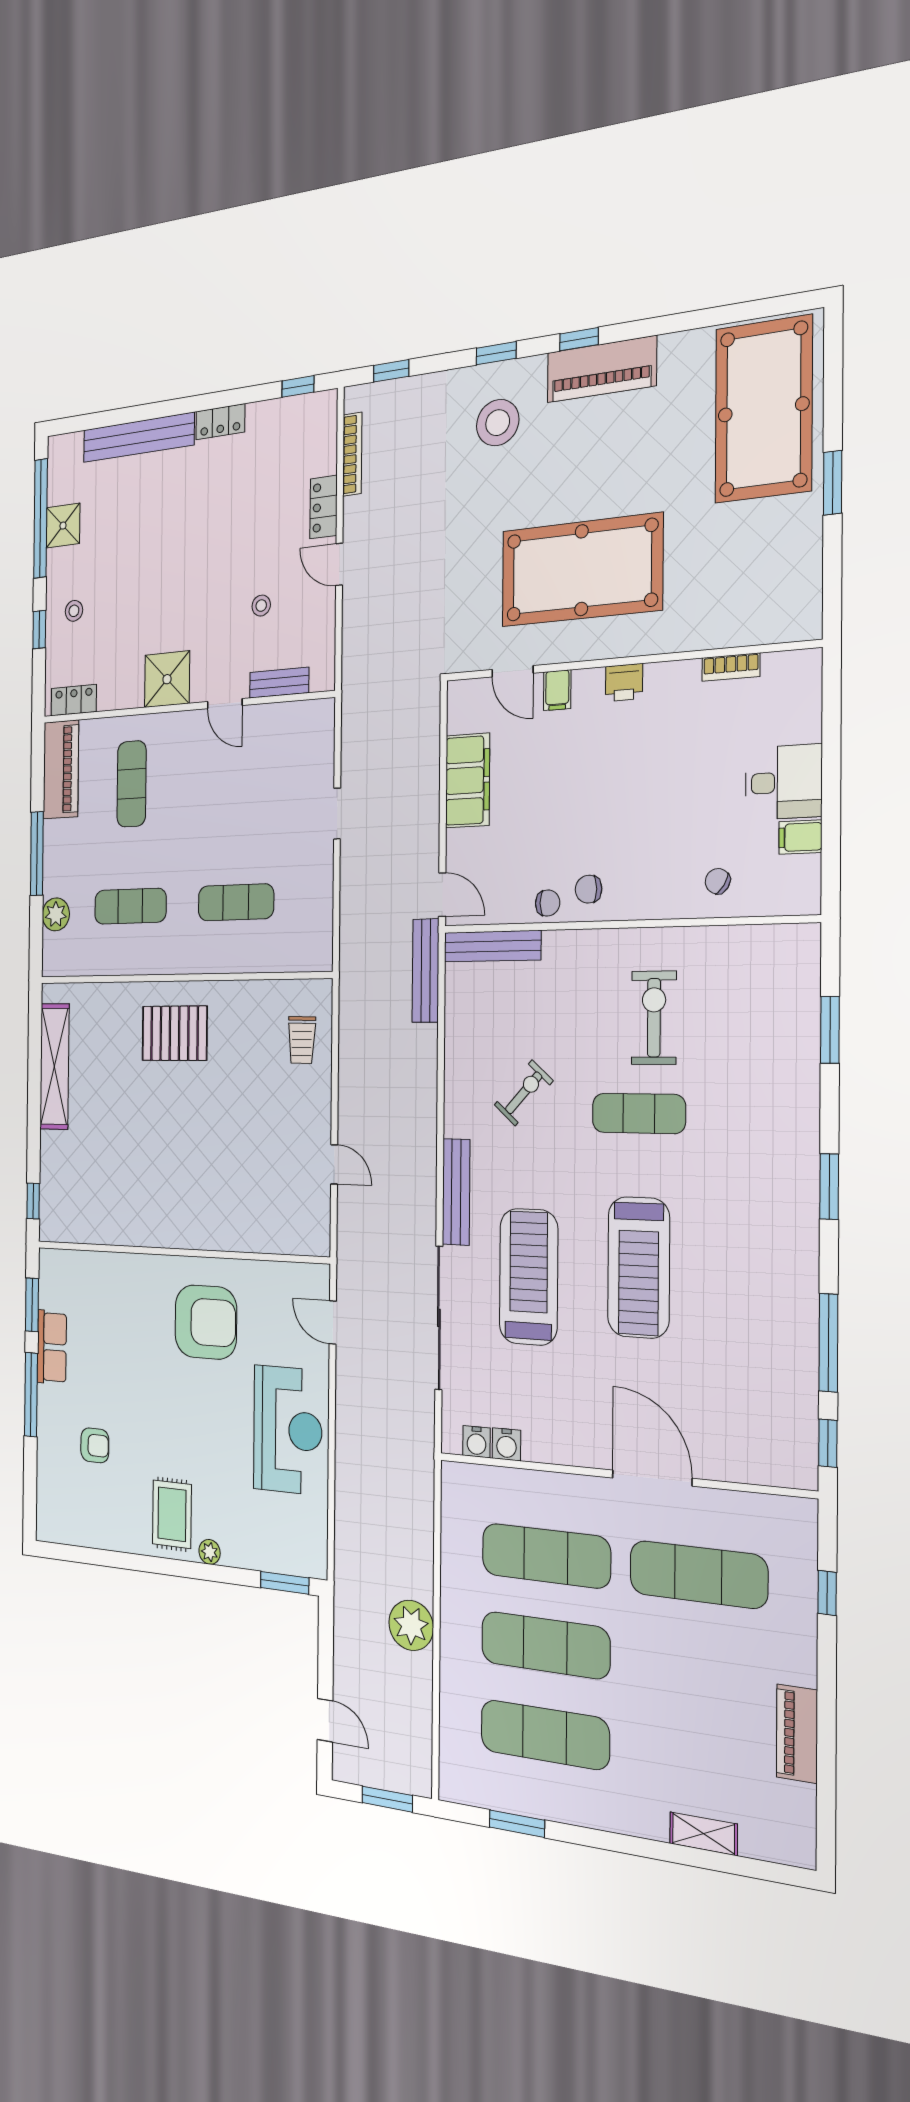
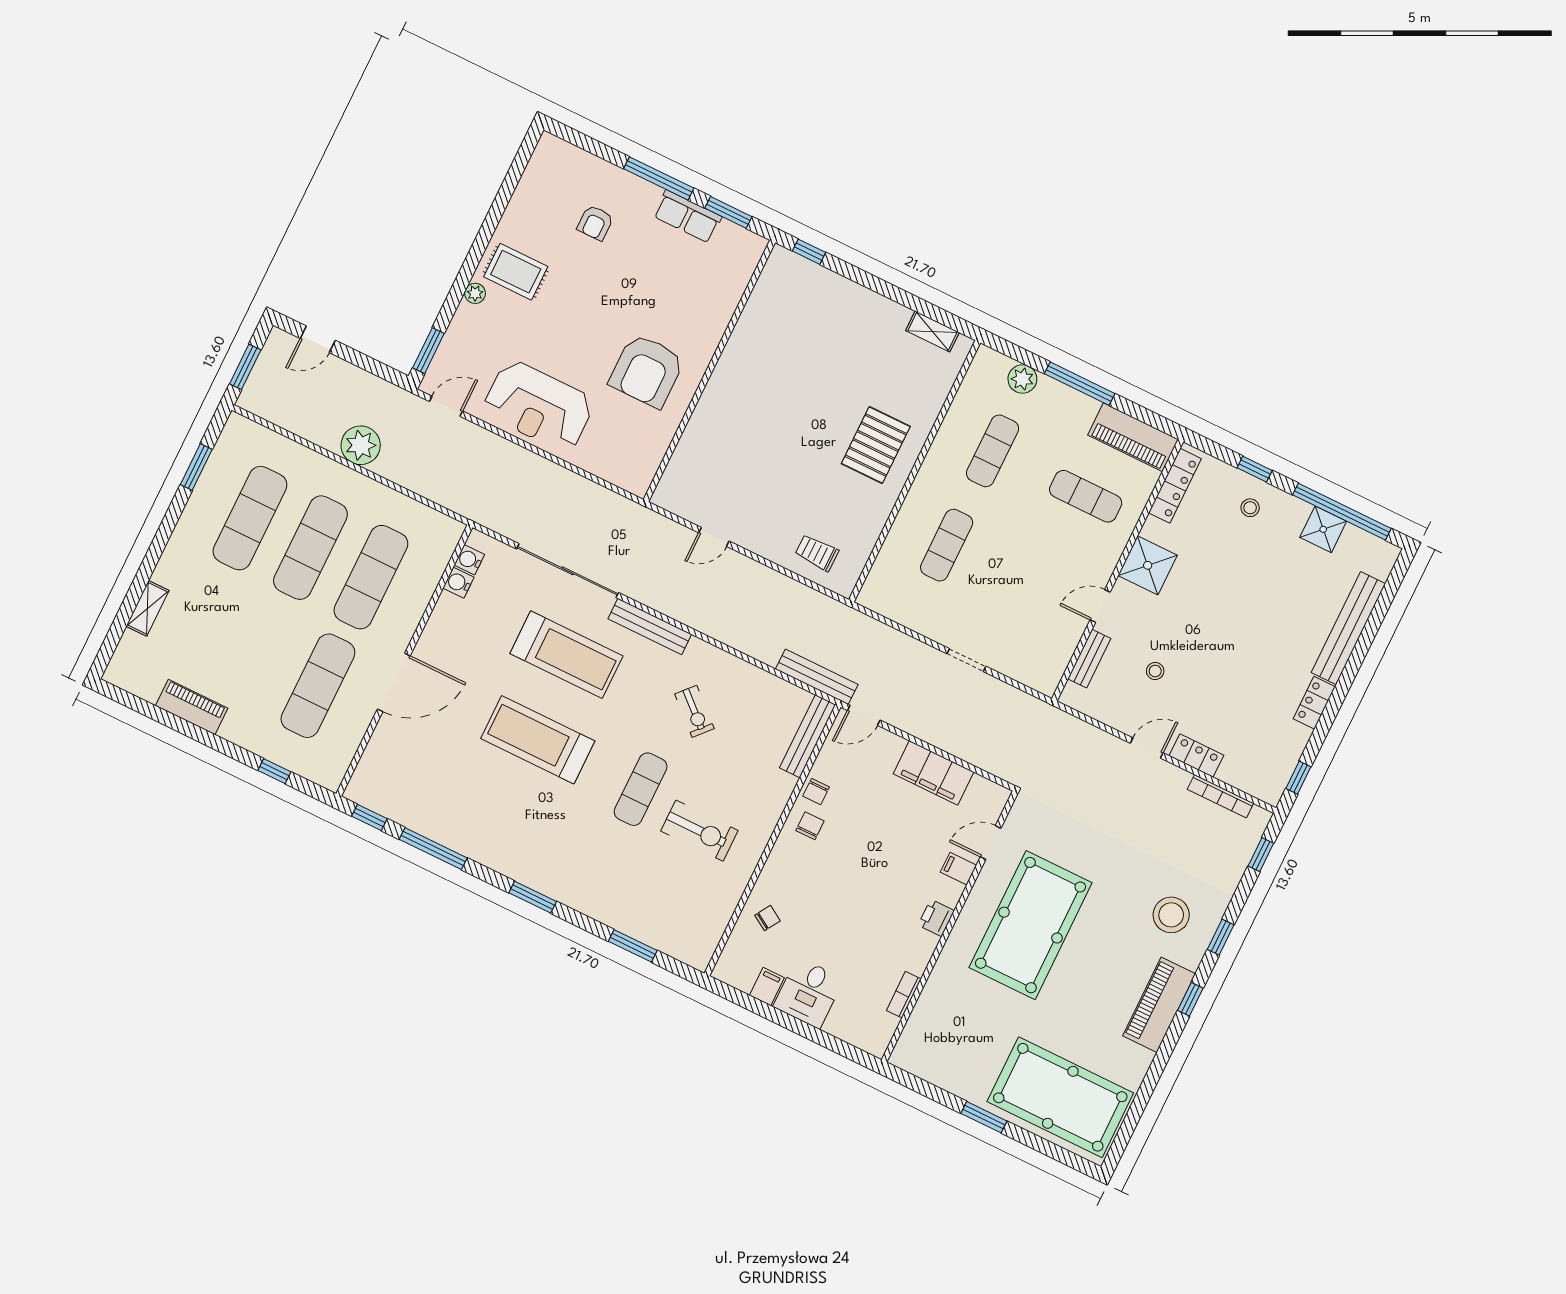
locker: (74, 700) -> (1175, 486), width x1.53
shelving: (54, 1066) -> (932, 331), width x0.45, depth x0.75
door: (333, 1322) -> (446, 406), moved

